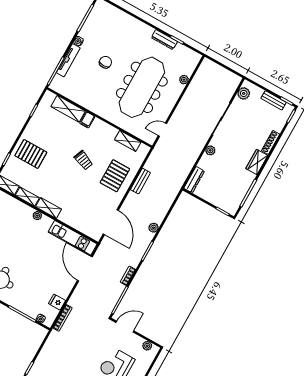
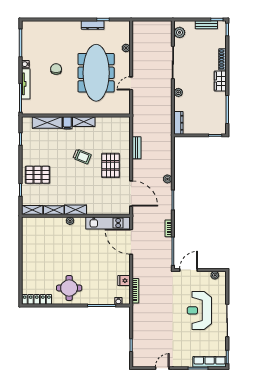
door: (162, 130) -> (131, 83), moved
shelving: (128, 141) -> (84, 122), moved
pallet: (115, 176) -> (111, 165), moved

